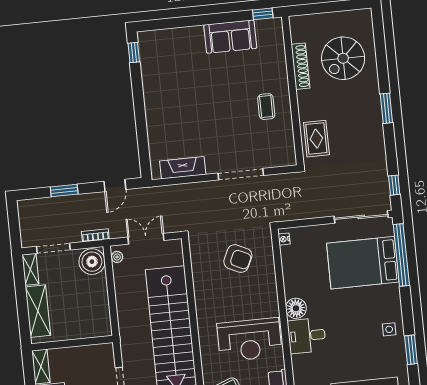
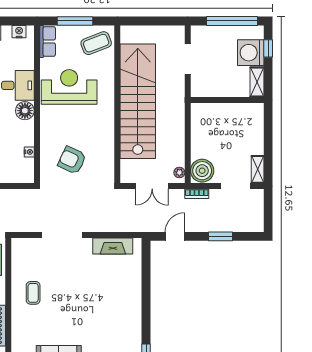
nightstand: (284, 239) -> (29, 152), moved
shelving: (38, 311) -> (255, 131), removed

